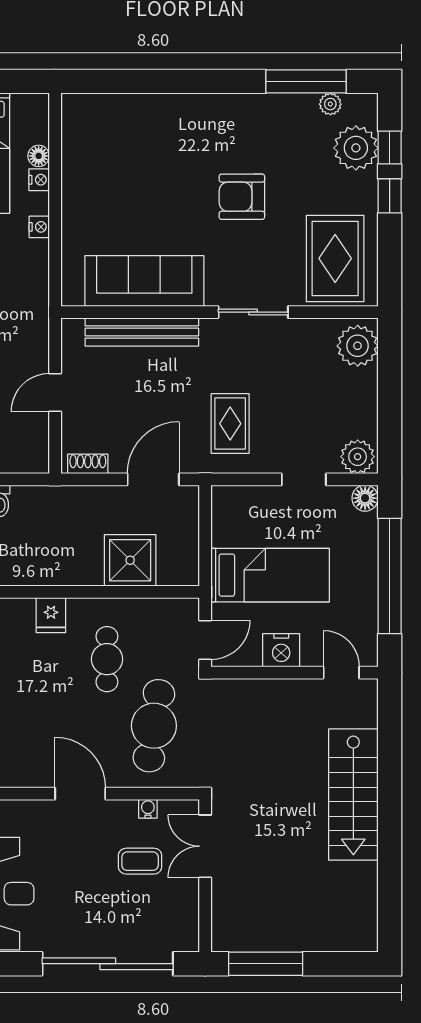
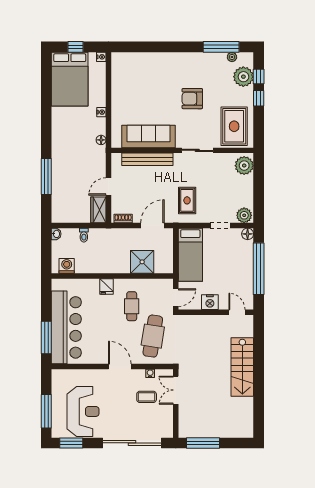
floor lamp: (39, 156) -> (101, 140), moved
nightstand: (39, 180) -> (101, 57), moved
wardrobe: (33, 445) -> (98, 210), added
bed: (270, 575) -> (190, 255), moved, turned 90

